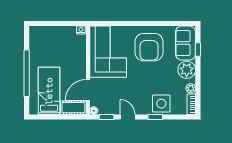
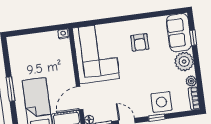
armchair: (149, 47) -> (140, 42), width x0.53, depth x0.53
window: (27, 73) -> (11, 89), width x0.47

